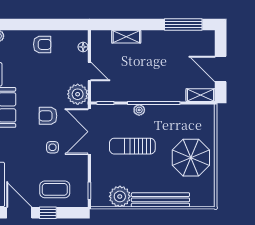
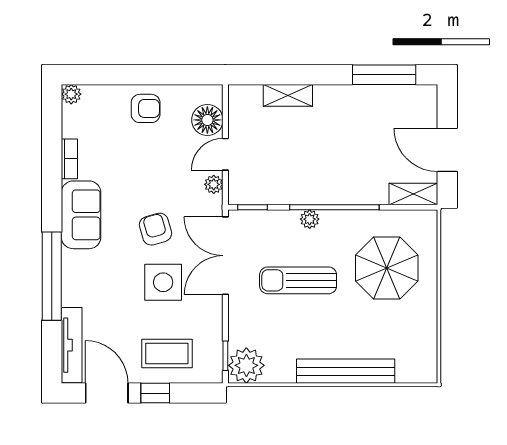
floor lamp: (83, 47) -> (207, 120), width x1.89, depth x1.89
door: (89, 72) -> (225, 154), swing flipped
plant: (78, 94) -> (214, 184), width x0.53, depth x0.53
armchair: (48, 116) -> (155, 229), turned 74
side table: (53, 147) -> (163, 282), width x1.87, depth x1.87
parasol: (191, 158) -> (387, 268), moved
plant: (120, 196) -> (246, 365), moved

